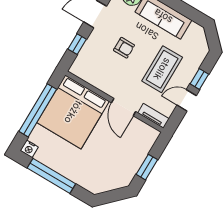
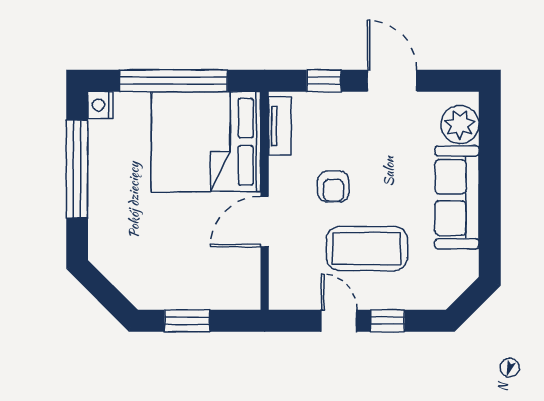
armchair: (124, 48) -> (333, 186), moved
tv unit: (153, 116) -> (280, 126), moved

